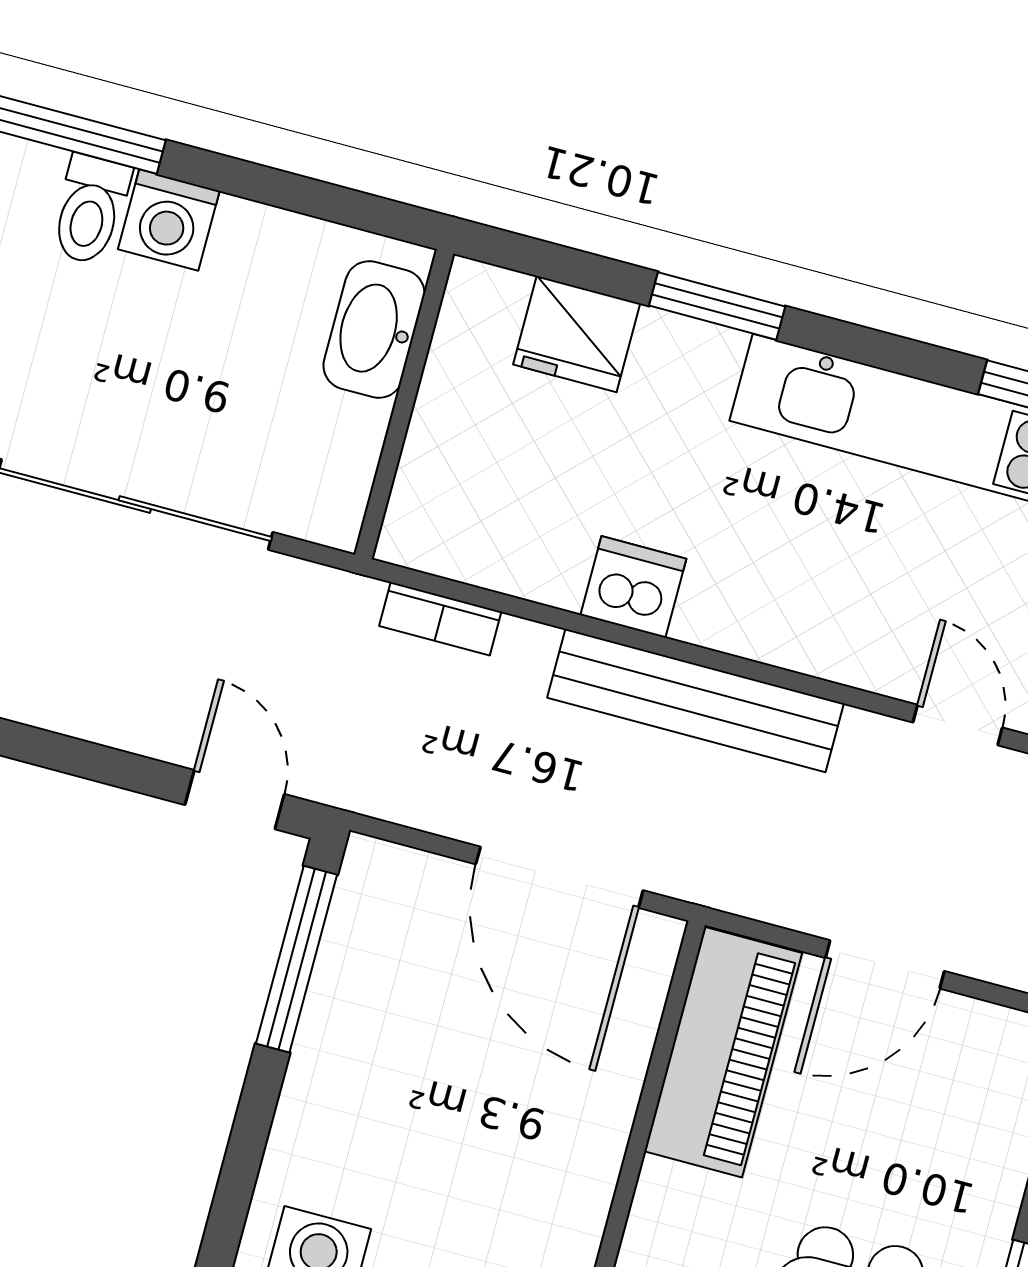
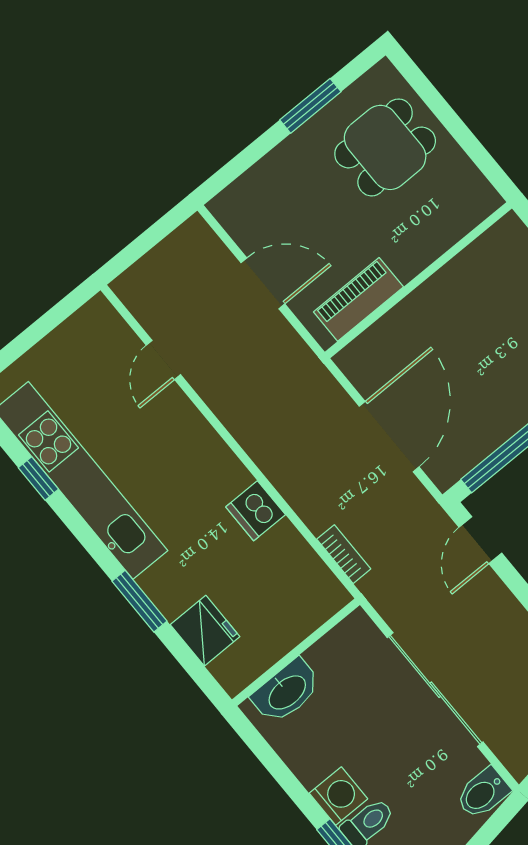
bench: (696, 700) -> (263, 446), removed
door: (559, 877) -> (389, 437), moved
piano: (723, 1052) -> (358, 299), width x0.73, depth x0.75

